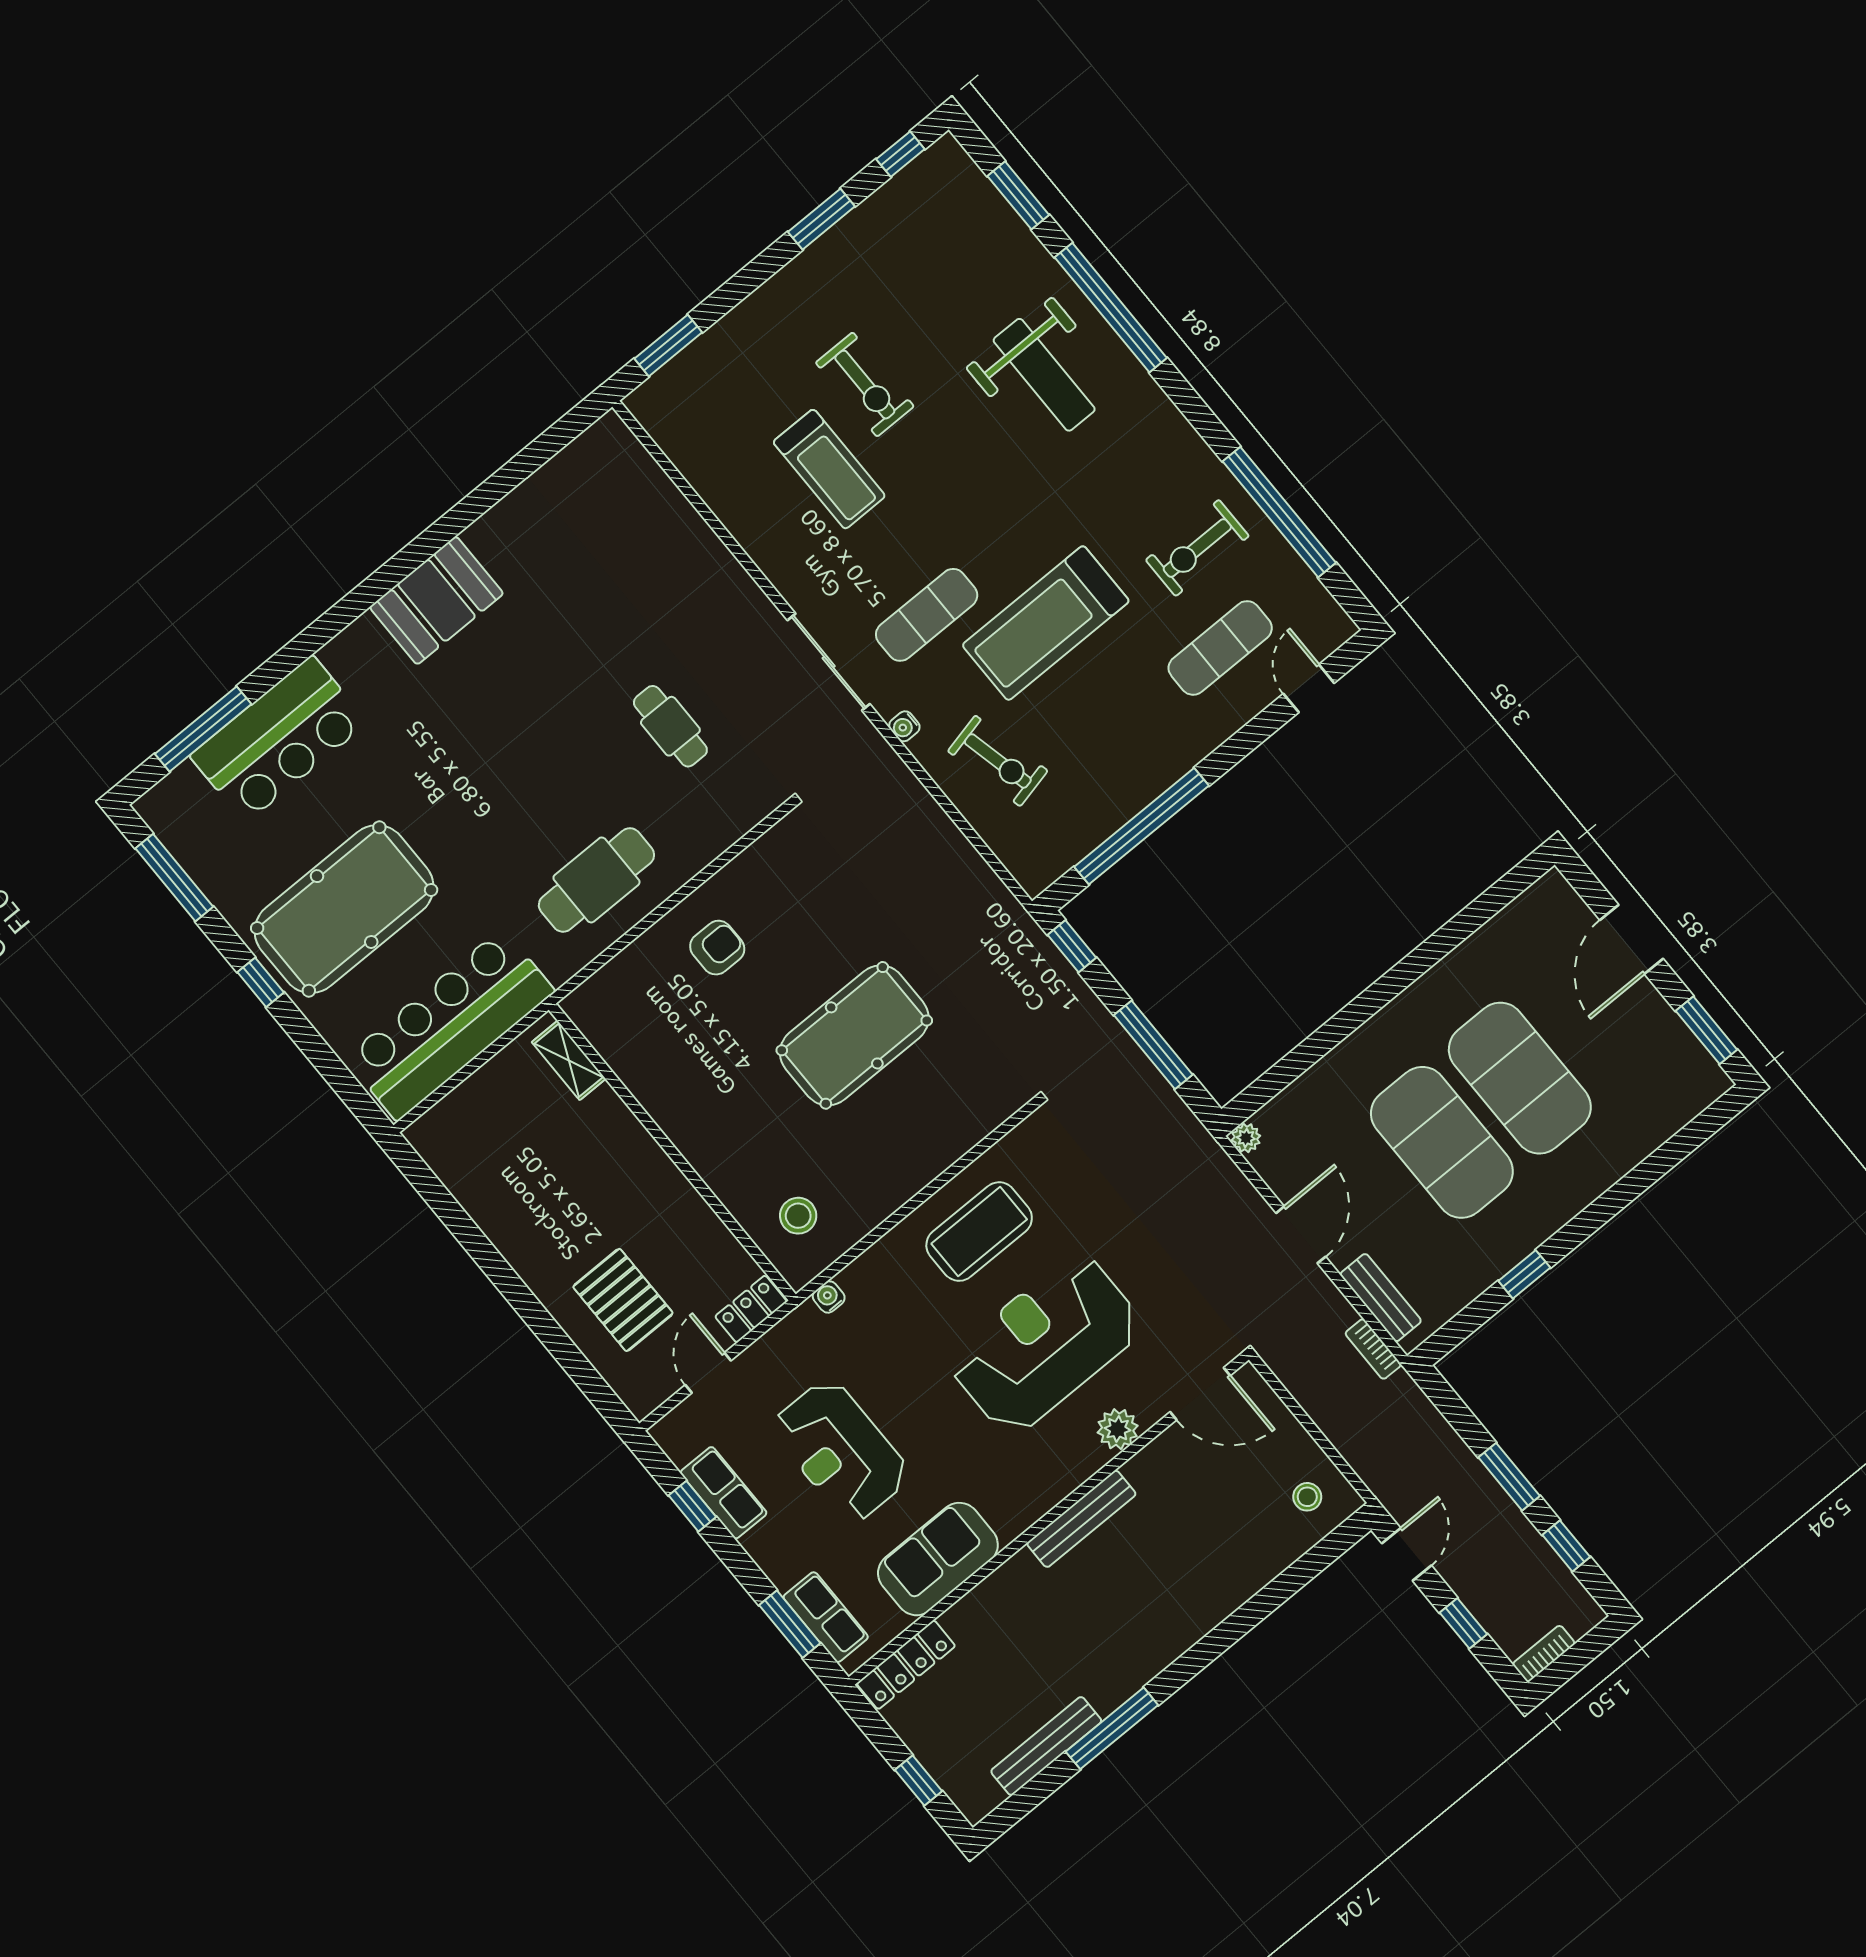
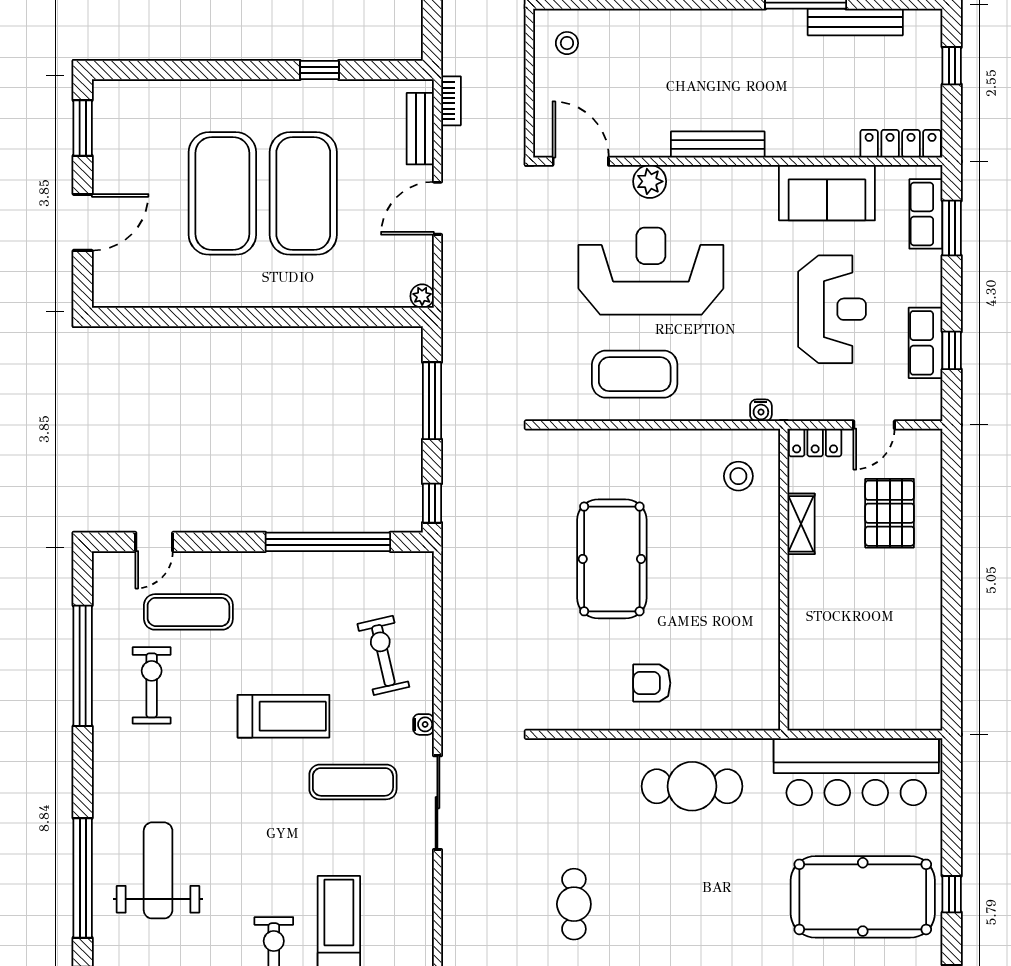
exercise bike: (1197, 548) -> (152, 685), turned -90
treadmill: (1046, 623) -> (284, 716), width x0.73, depth x0.73
cafe table: (670, 726) -> (574, 904), moved
pool table: (854, 1035) -> (612, 559), turned 90
shelving: (569, 1060) -> (801, 524), moved
reception desk: (1045, 1344) -> (651, 271), turned 180

